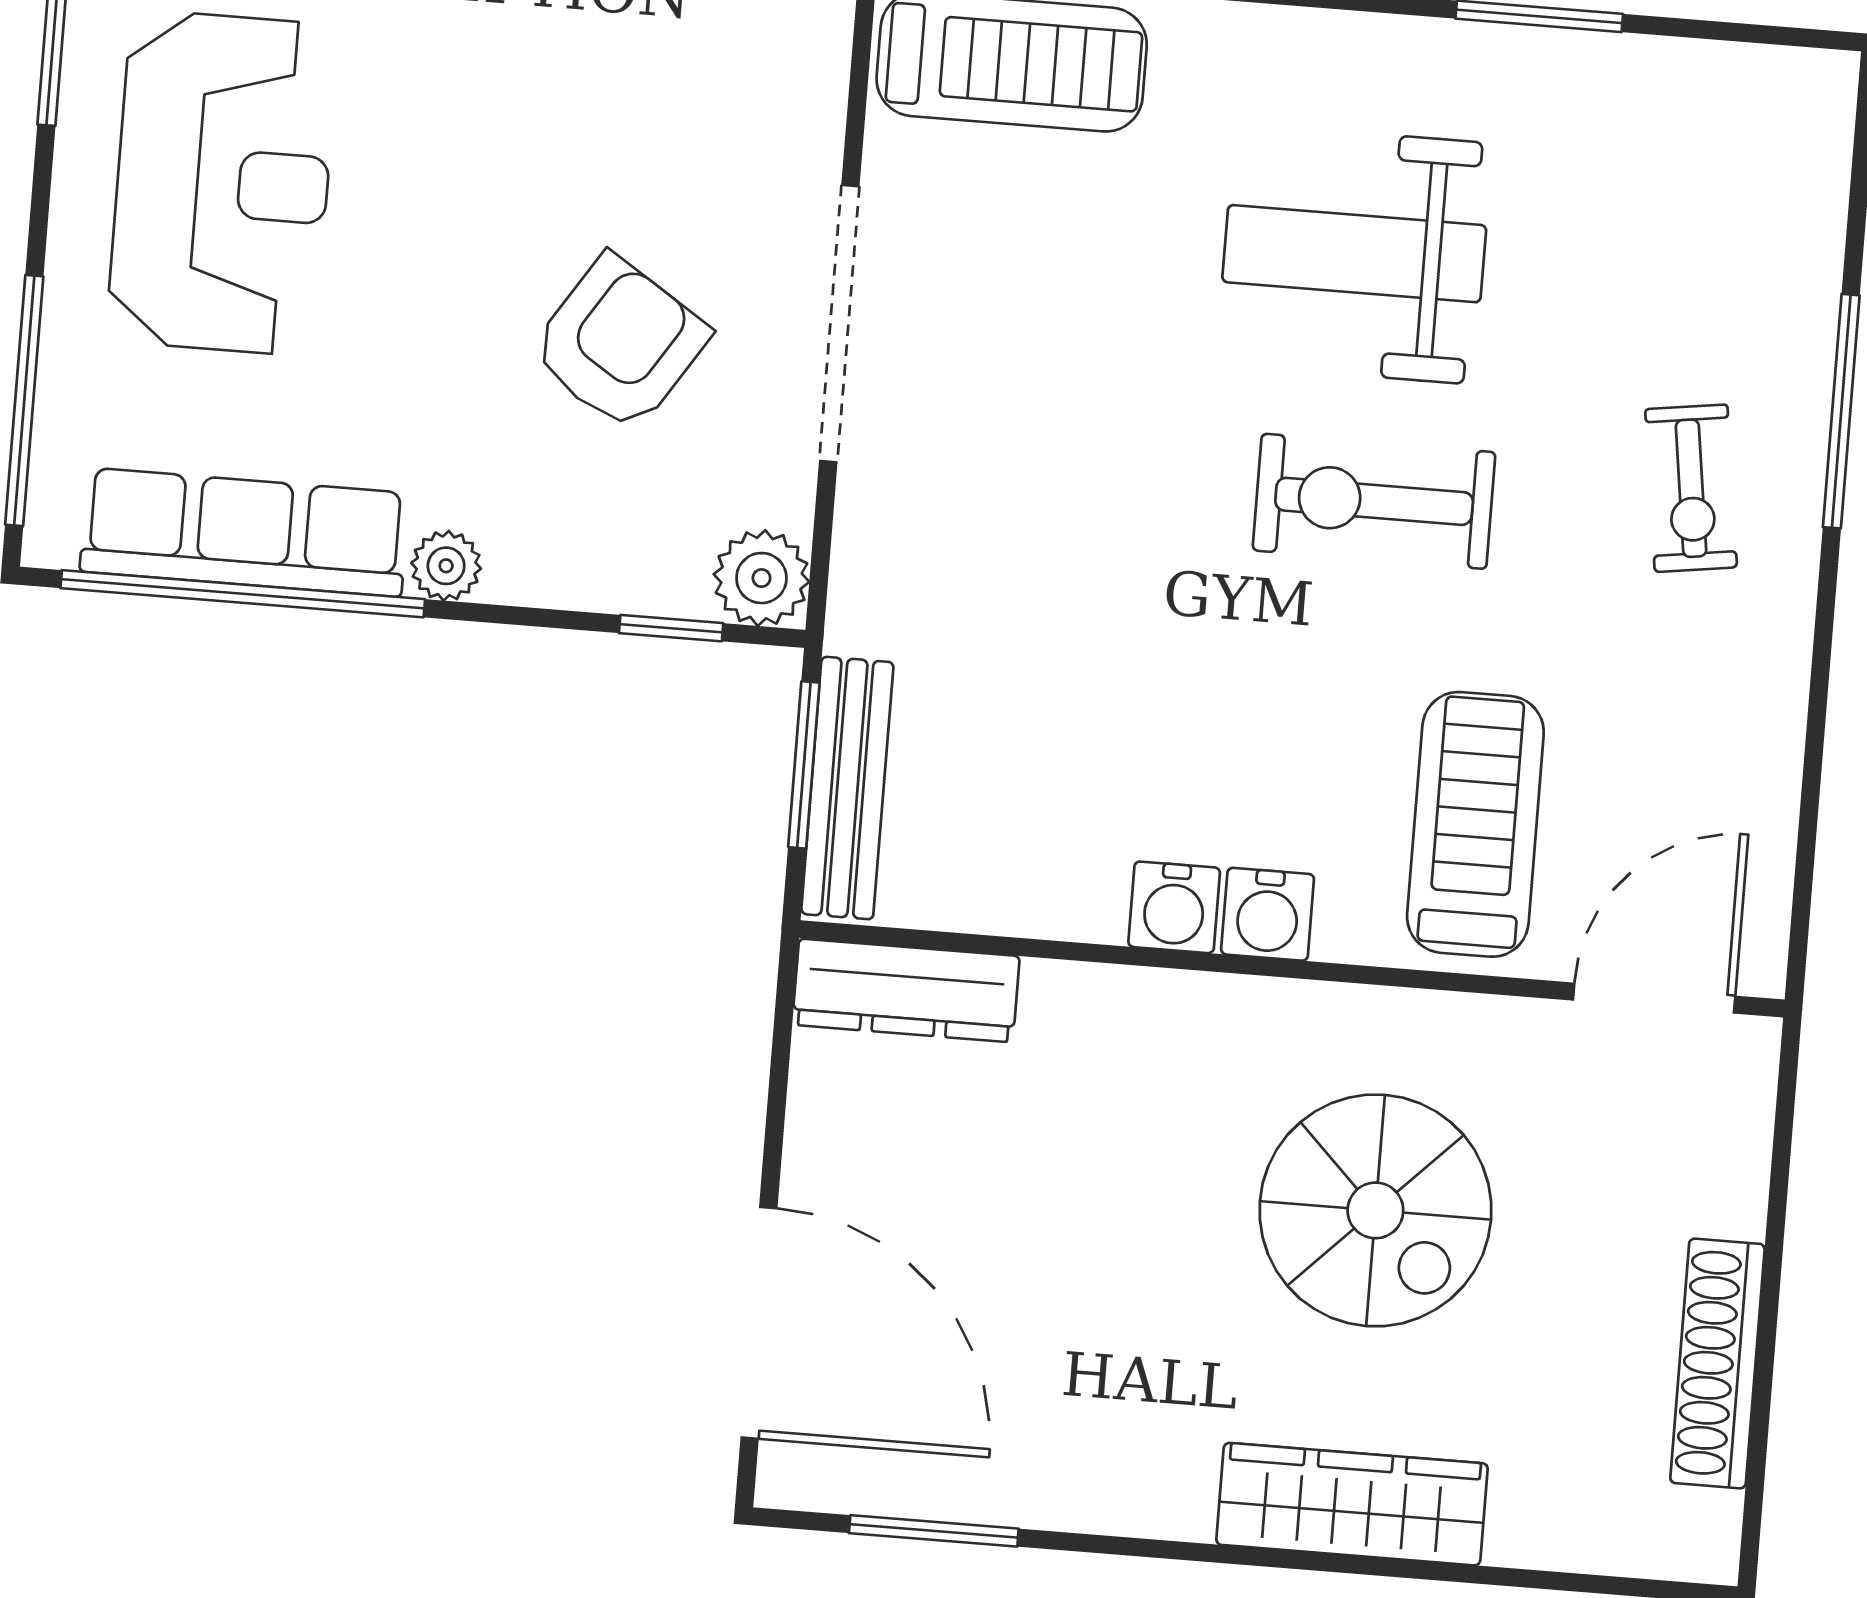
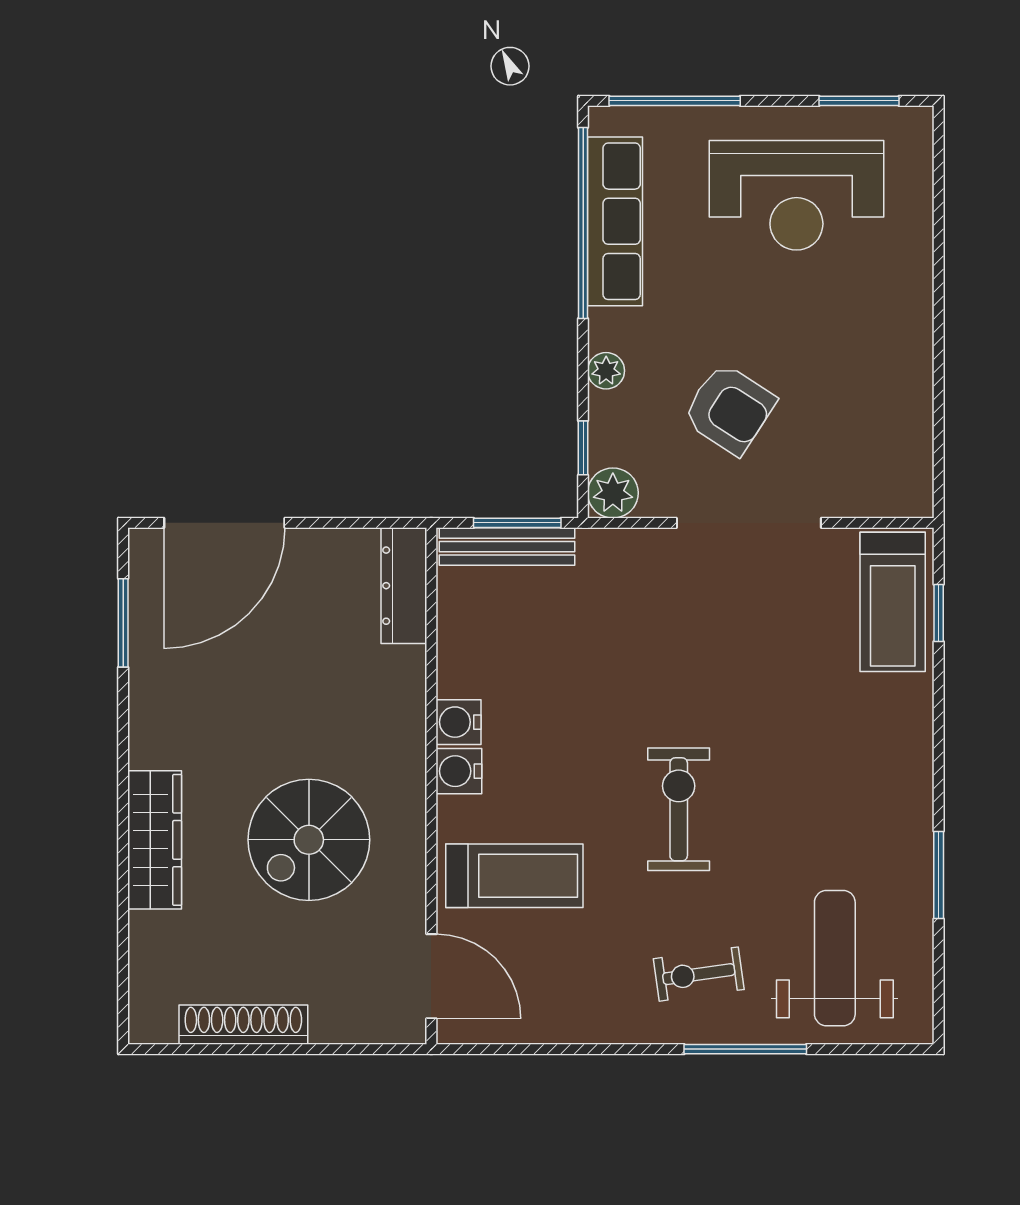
weight bench: (1354, 254) -> (835, 958), moved
plant: (446, 566) -> (606, 371), moved

